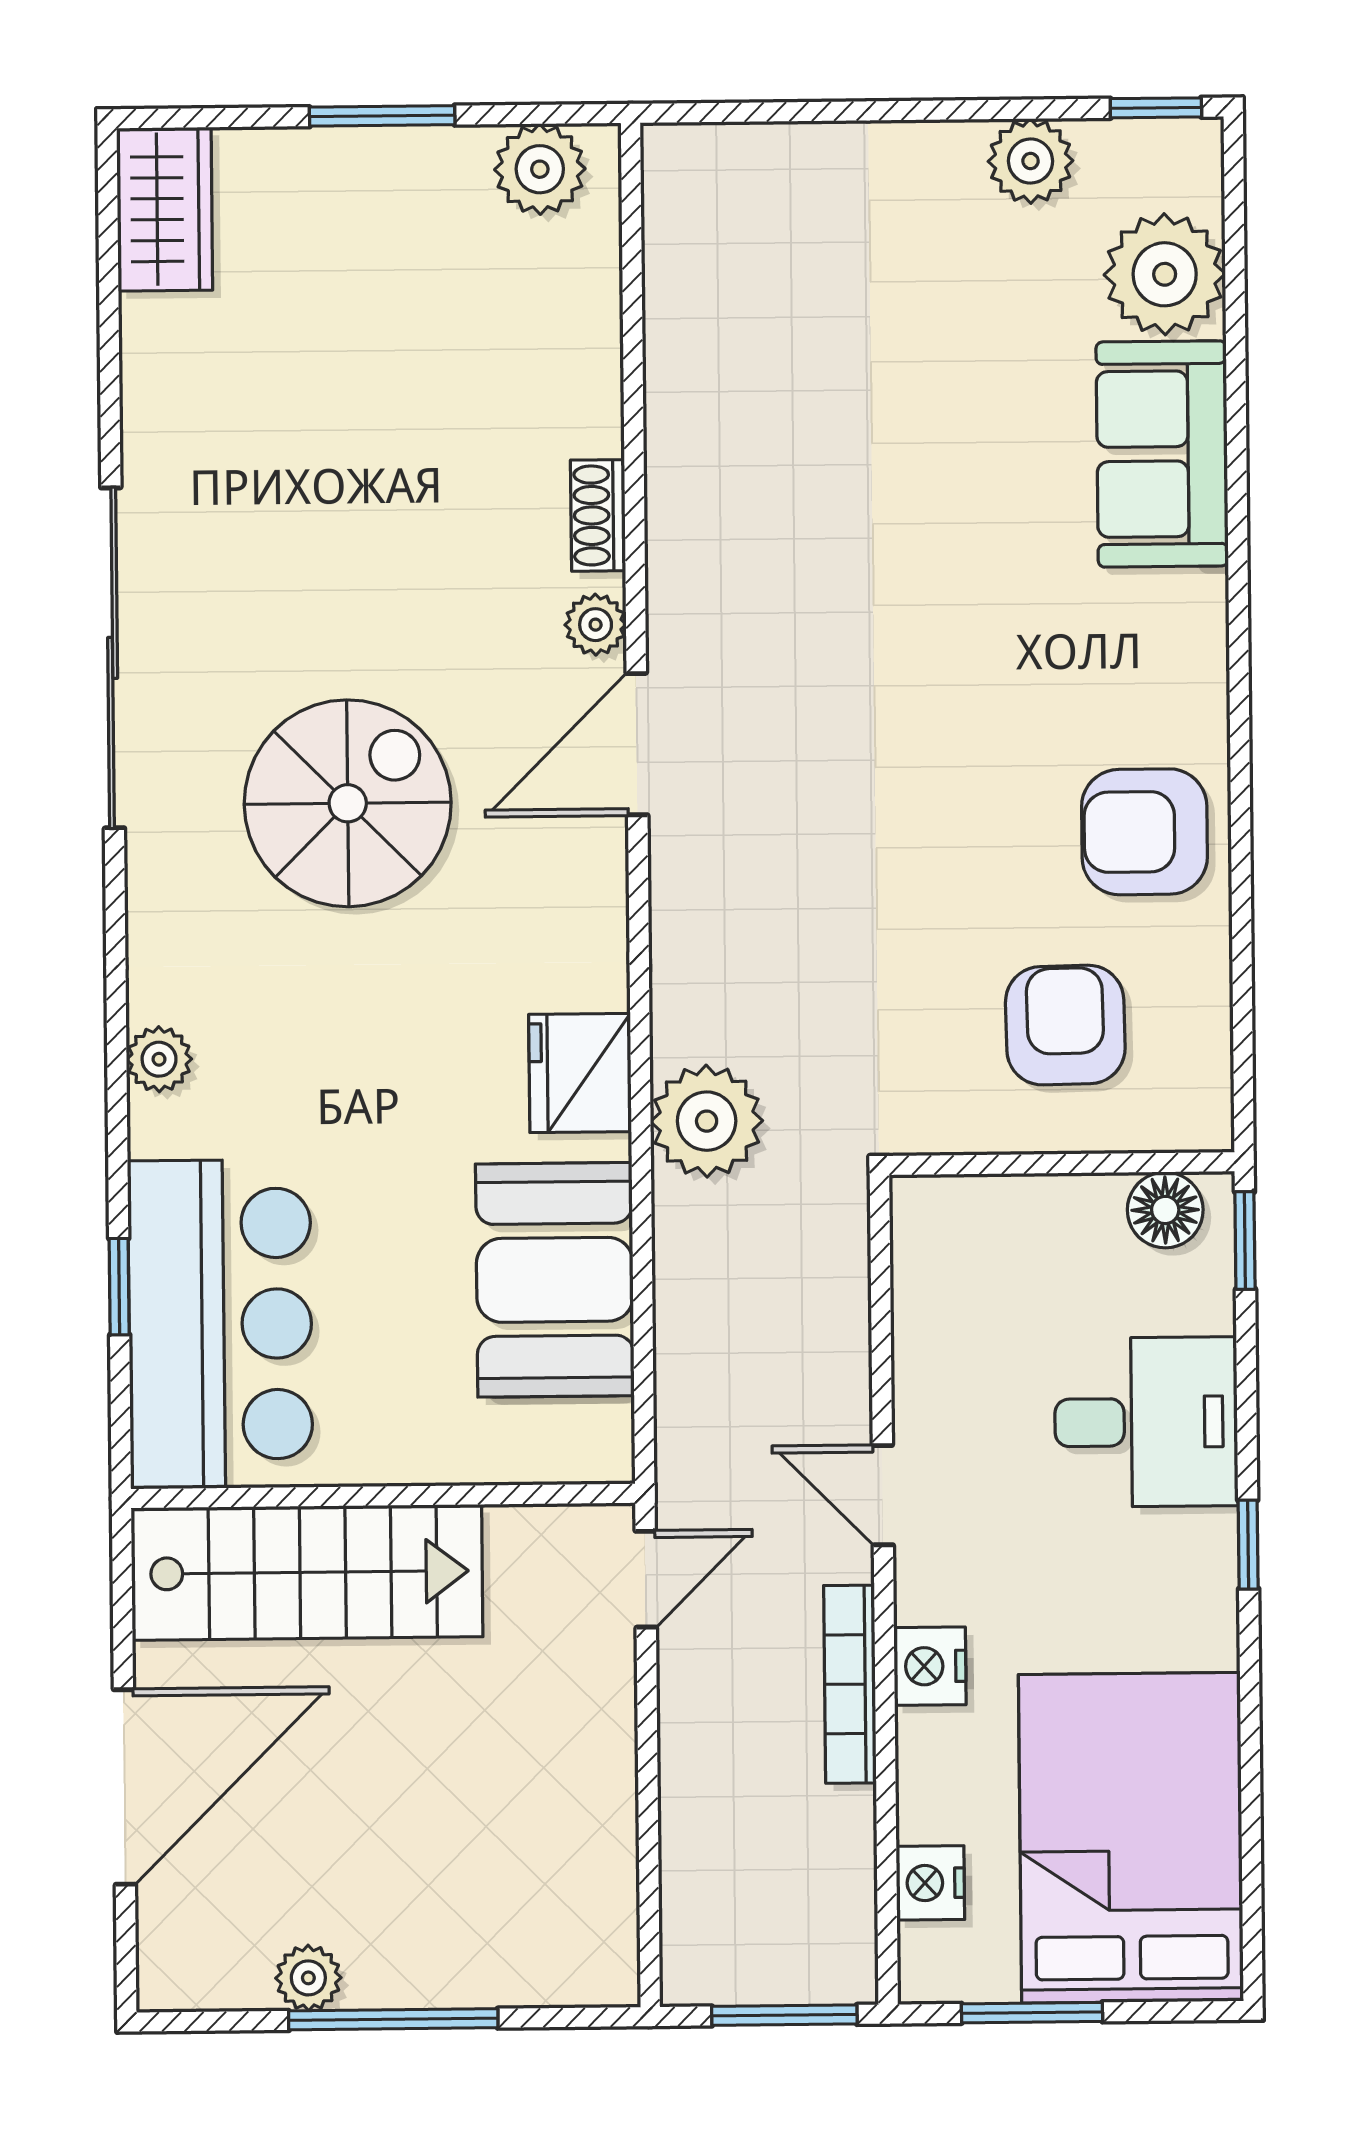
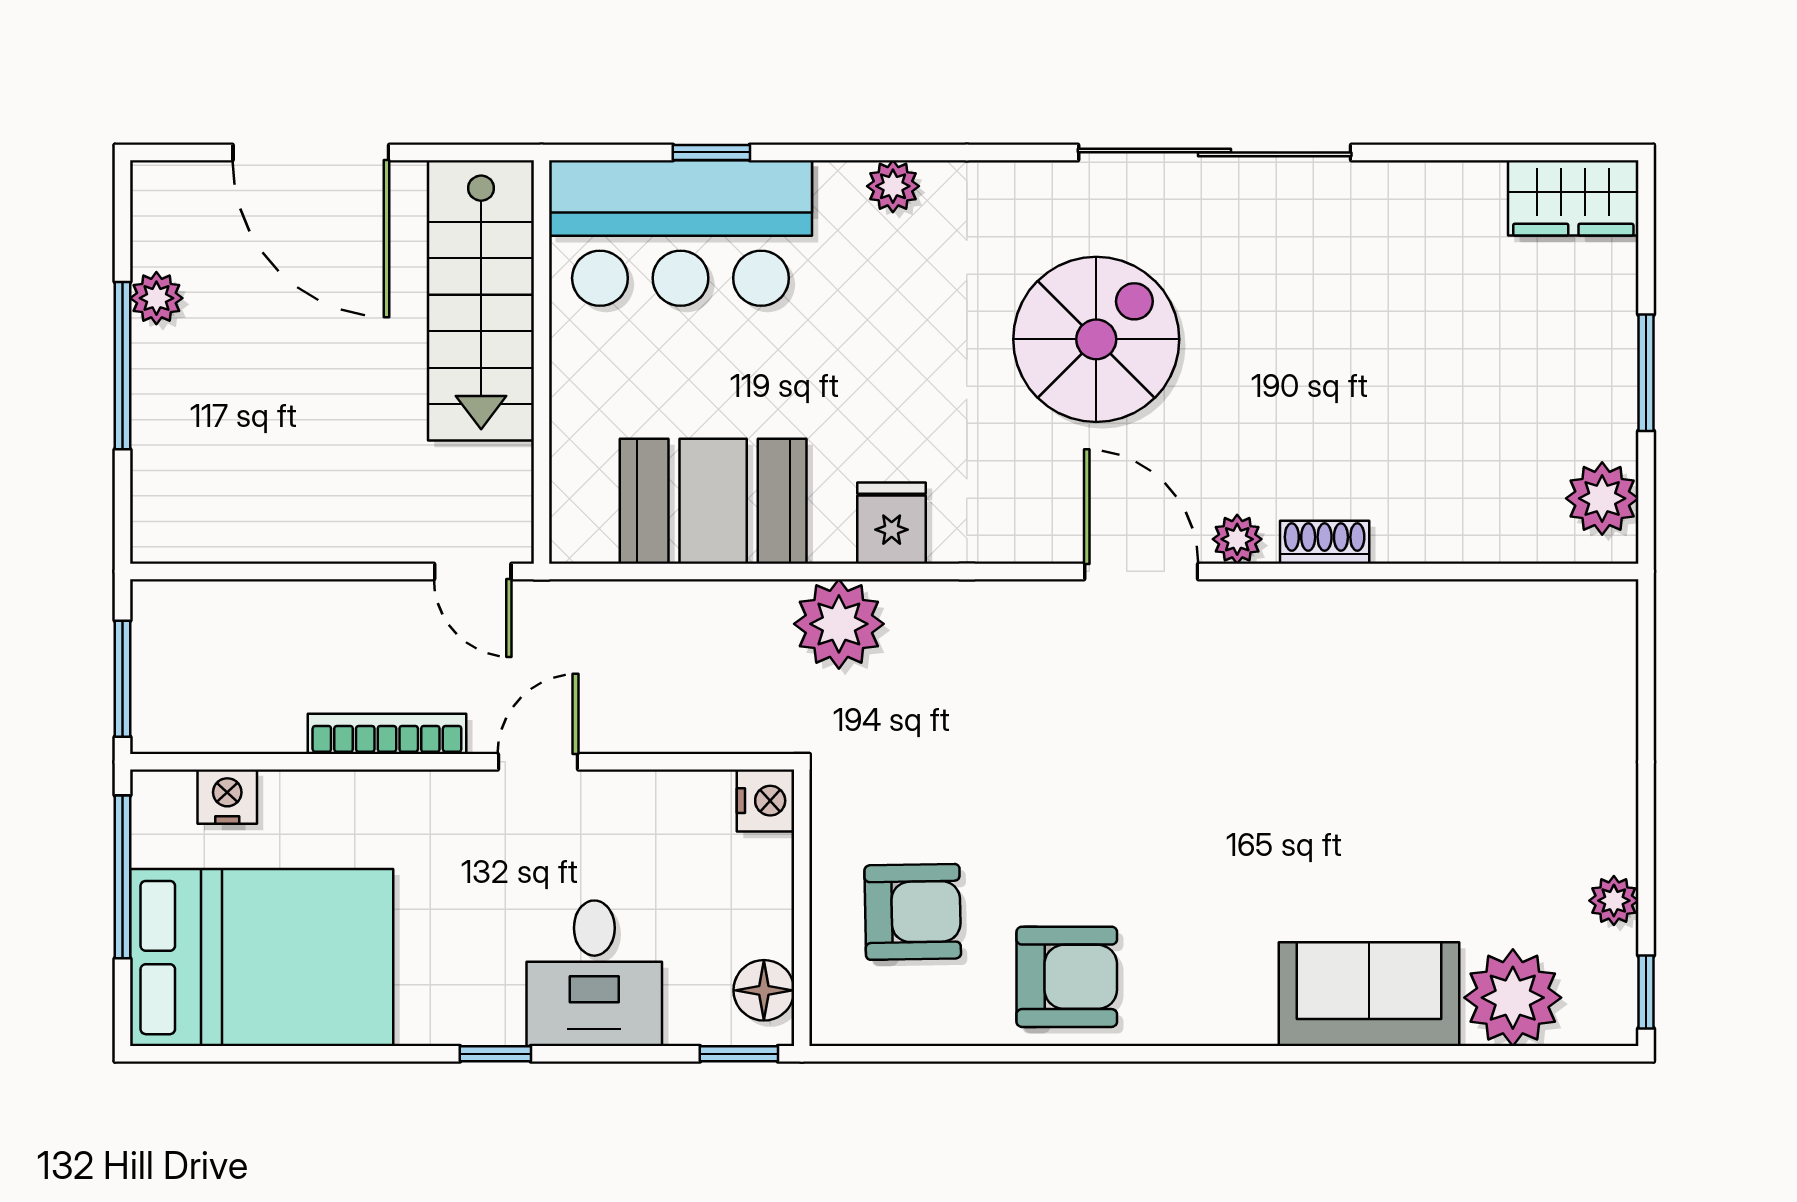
plant: (1031, 161) -> (1614, 901), width x0.73, depth x0.73
spiral stairs: (348, 803) -> (1096, 339), turned -90
armchair: (1144, 832) -> (1067, 977), turned 90
fridge: (580, 1073) -> (892, 523), width x0.72
nightstand: (930, 1666) -> (766, 801), moved, turned 90
window: (1032, 2013) -> (123, 877), width x1.44

